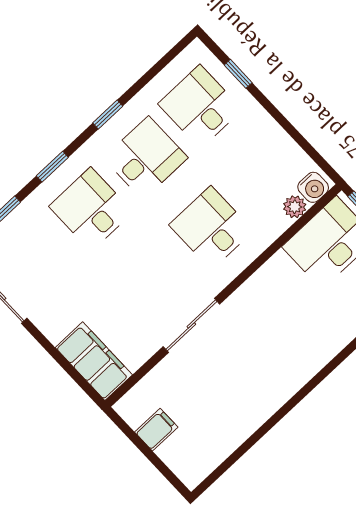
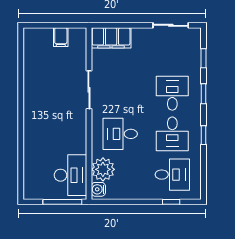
plant: (295, 207) -> (103, 169), width x1.87, depth x1.87
desk: (91, 209) -> (172, 93), turned -90
desk: (211, 228) -> (120, 134), turned 180

